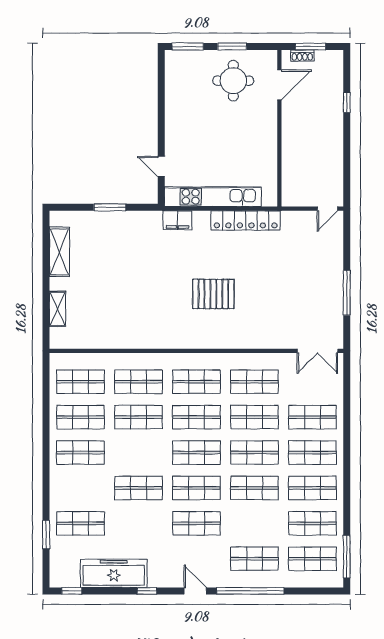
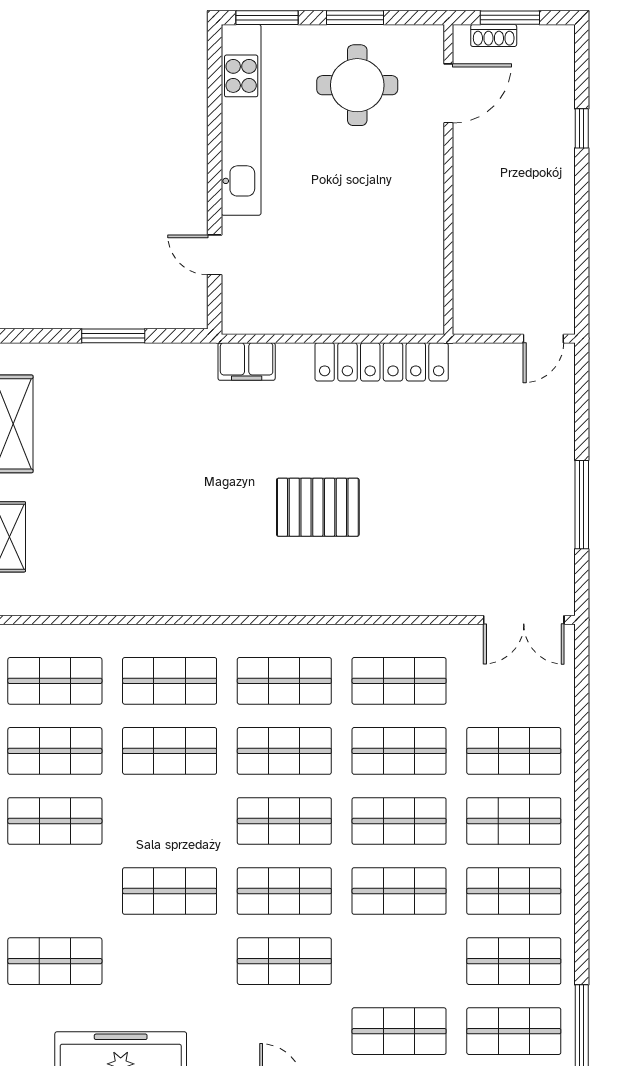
kitchen unit: (213, 197) -> (241, 120), moved, turned 90

